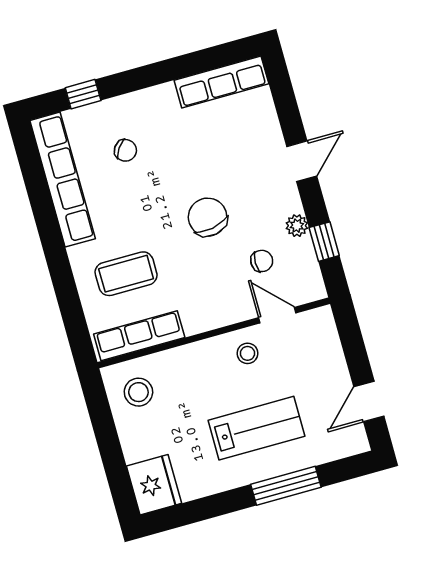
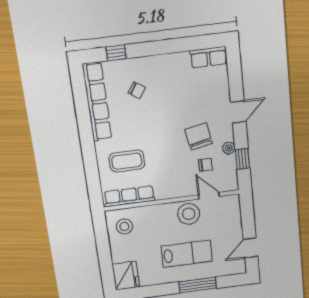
row of seats: (221, 82) -> (208, 57), width x0.68
chair: (208, 217) -> (199, 136), moved
stool: (247, 353) -> (189, 214), width x1.89, depth x1.89

